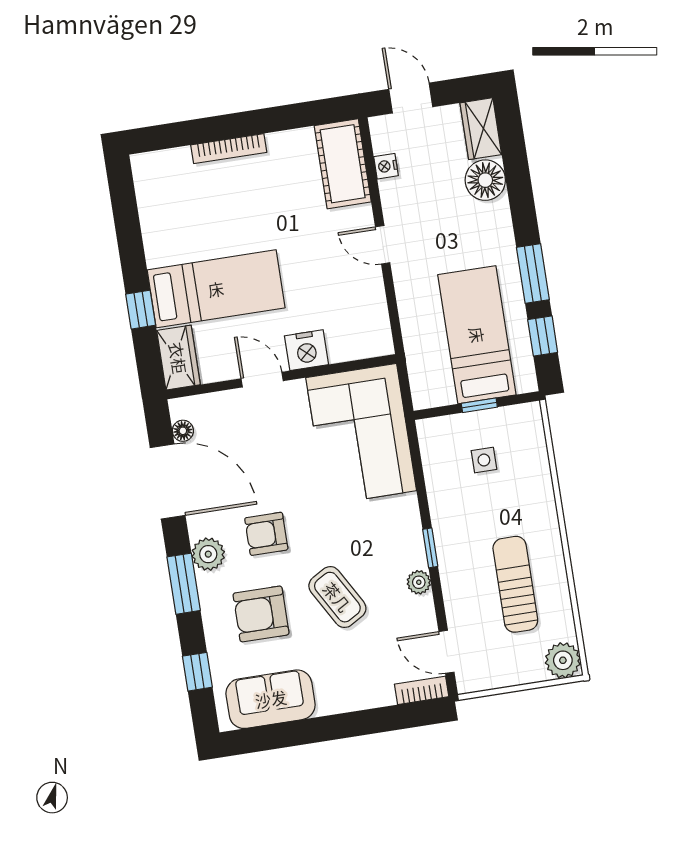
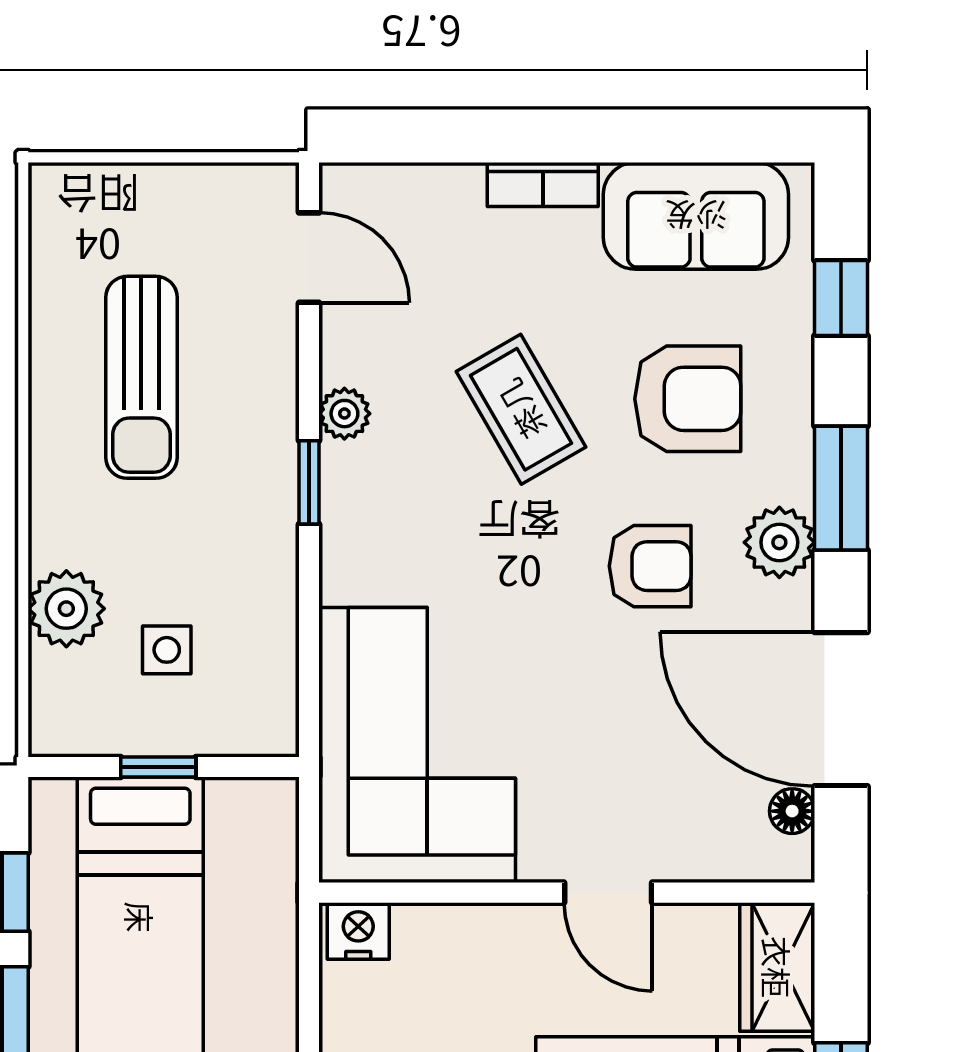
nightstand: (306, 350) -> (358, 931), moved, width x0.74, depth x0.75
plant: (563, 660) -> (66, 609), moved
bookcase: (422, 690) -> (543, 185), moved

